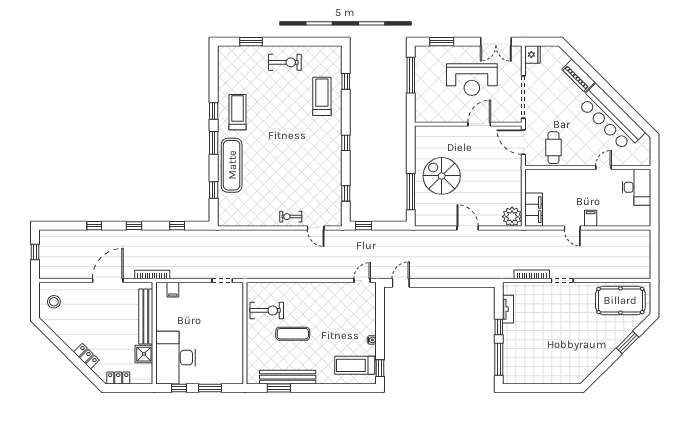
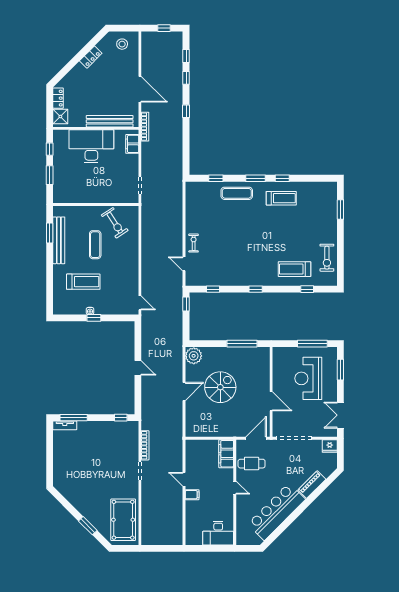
exercise bike: (285, 62) -> (327, 258), moved
reception desk: (472, 80) -> (308, 378), moved
treadmill: (322, 96) -> (294, 269), turned 180
exercise mat: (232, 165) -> (237, 193), width x0.73, depth x0.69
door: (603, 168) -> (235, 488), moved
spiral stairs: (442, 176) -> (220, 387), moved
window: (411, 192) -> (242, 344), moved
filing cabinet: (534, 210) -> (226, 454), moved, turned 90
plant: (512, 217) -> (194, 356), moved
window: (177, 226) -> (186, 56), moved
door: (316, 228) -> (184, 264), hinge flipped
door: (572, 228) -> (184, 479), hinge flipped
door: (401, 283) -> (138, 368), moved
filing cabinet: (173, 290) -> (132, 144), width x2.00
tv unit: (508, 309) -> (65, 425), moved
exercise bike: (267, 310) -> (115, 223), turned -33
window: (499, 327) -> (121, 418), moved
shower: (144, 354) -> (60, 117), moved
locker: (86, 356) -> (91, 57), moved
desk: (176, 358) -> (91, 146), moved
treadmill: (355, 365) -> (83, 282), moved, turned 90
window: (380, 368) -> (94, 318), moved

